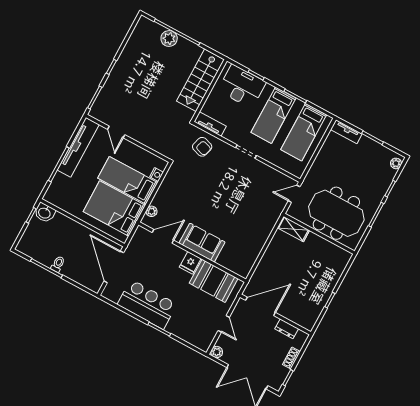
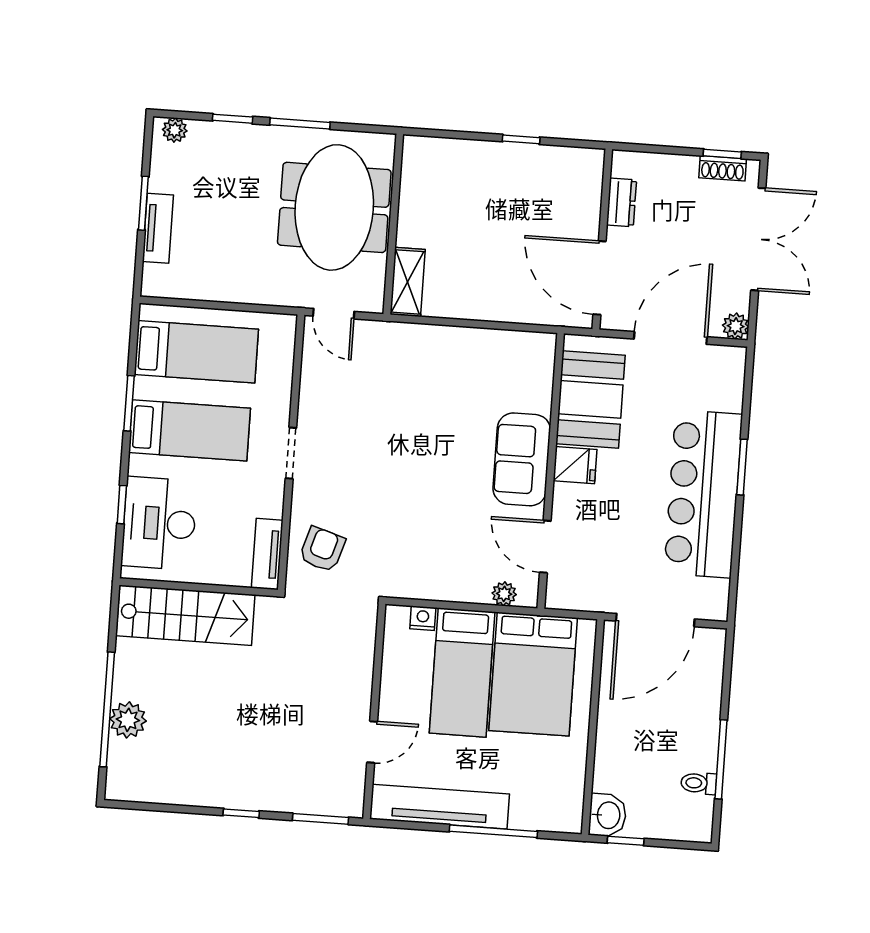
tv unit: (346, 132) -> (158, 228), moved
toilet: (58, 264) -> (699, 783), moved
bar counter: (147, 304) -> (703, 494), width x1.36
door: (224, 324) -> (670, 338), width x1.88
shoe rack: (291, 358) -> (723, 168), moved

